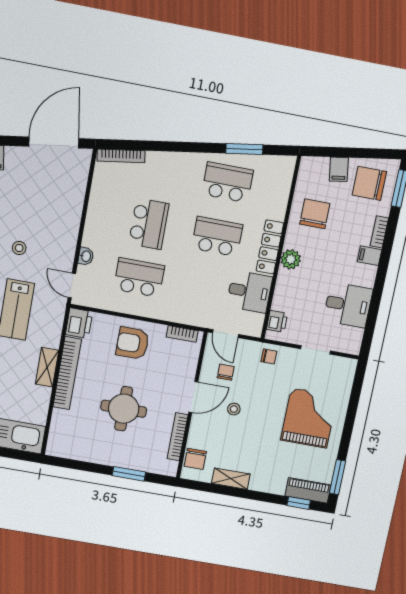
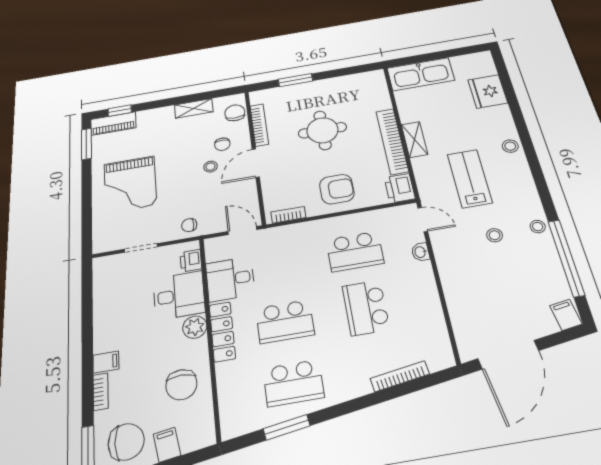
bookcase: (121, 156) -> (400, 376), moved
desk: (348, 305) -> (179, 295), moved, turned 180
chair: (226, 372) -> (222, 144), moved

